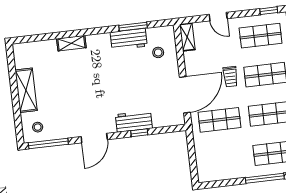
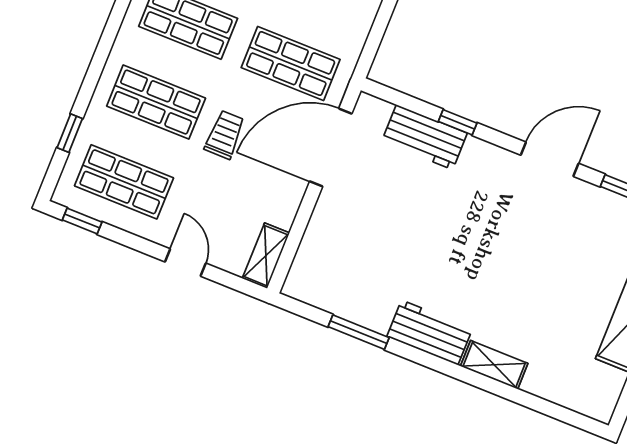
workbench: (129, 39) -> (430, 332), moved
stool: (158, 52) -> (338, 257), removed
workbench: (134, 121) -> (425, 137), moved

